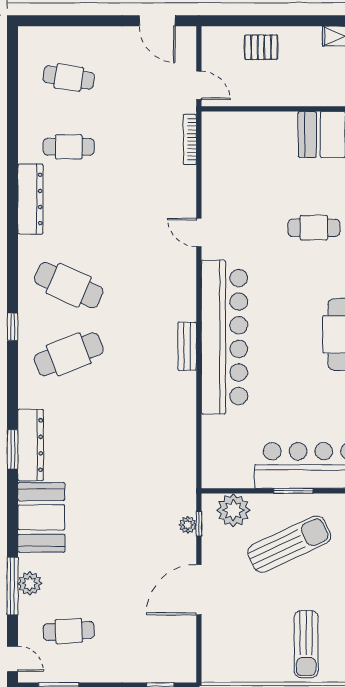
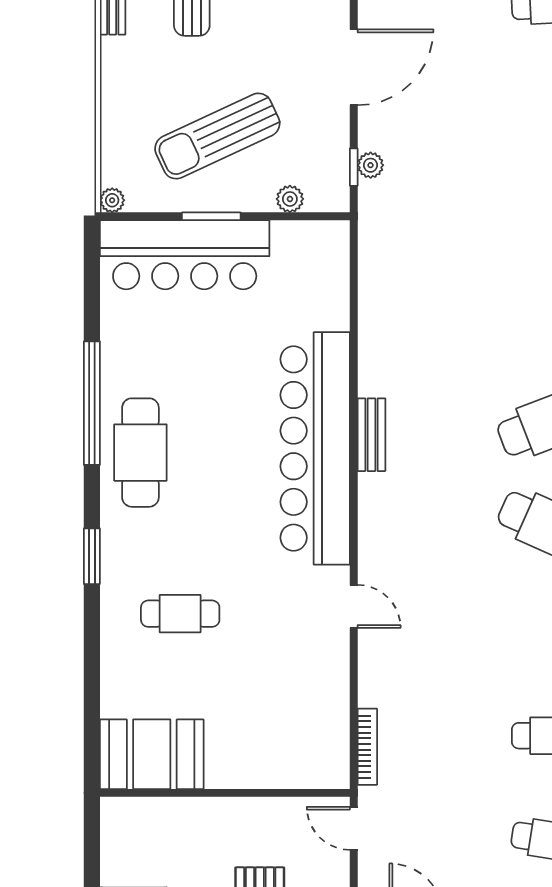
plant: (233, 510) -> (290, 199), width x0.53, depth x0.53

